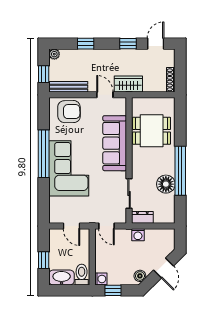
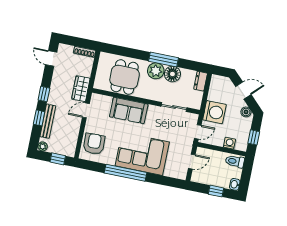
window: (128, 44) -> (44, 94), moved
bench: (68, 87) -> (48, 121), moved
sofa: (115, 143) -> (129, 110), width x0.73
plant: (166, 165) -> (156, 71), added
window: (180, 171) -> (164, 59), width x0.68
dresser: (142, 217) -> (201, 81), moved
washing machine: (138, 235) -> (214, 112), width x1.89, depth x1.89
washbasin: (62, 277) -> (235, 184), width x0.52, depth x0.69
washing machine: (101, 279) -> (229, 143), moved

